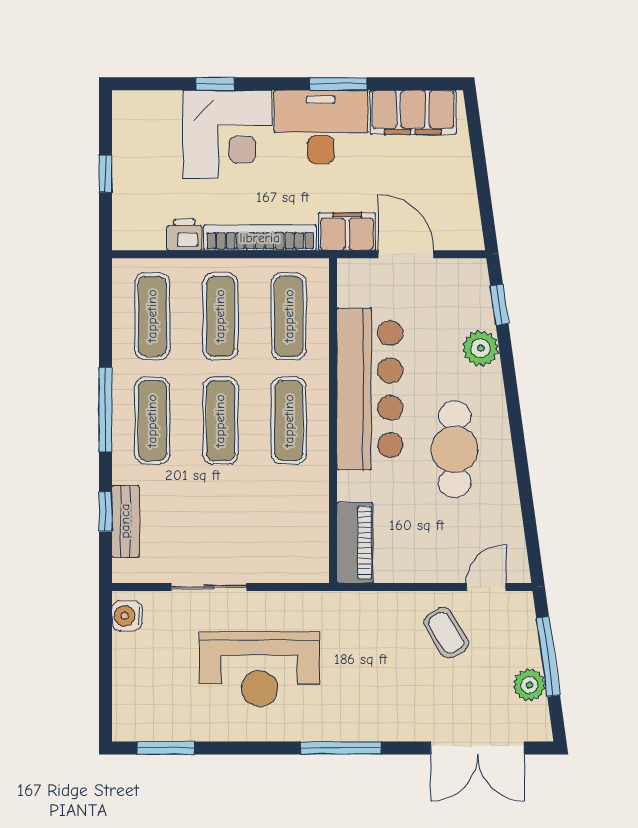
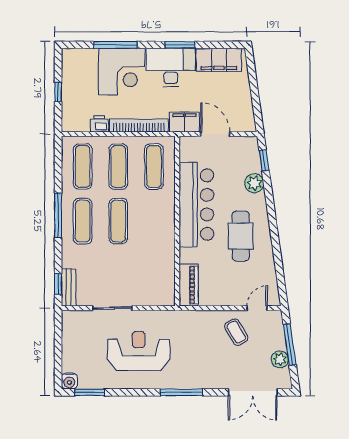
window: (215, 84) -> (115, 45), width x2.17
exercise mat: (289, 421) -> (154, 221), removed
window: (105, 512) -> (58, 284), moved
bench: (125, 521) -> (69, 287), moved
water cooler: (127, 616) -> (69, 381), moved, turned -90
reception desk: (259, 669) -> (139, 351), turned 180

